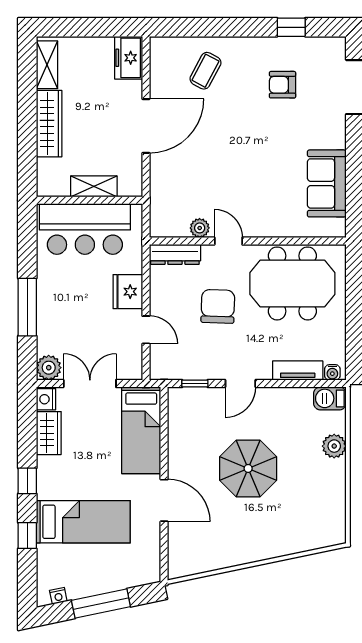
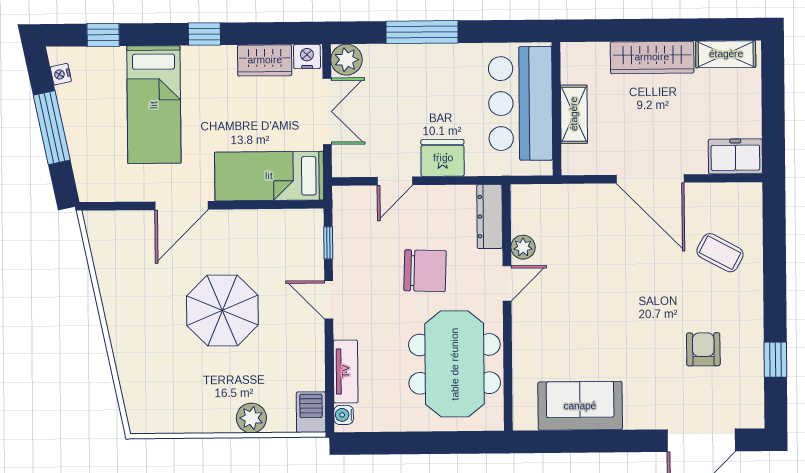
window: (27, 536) -> (103, 35), moved

